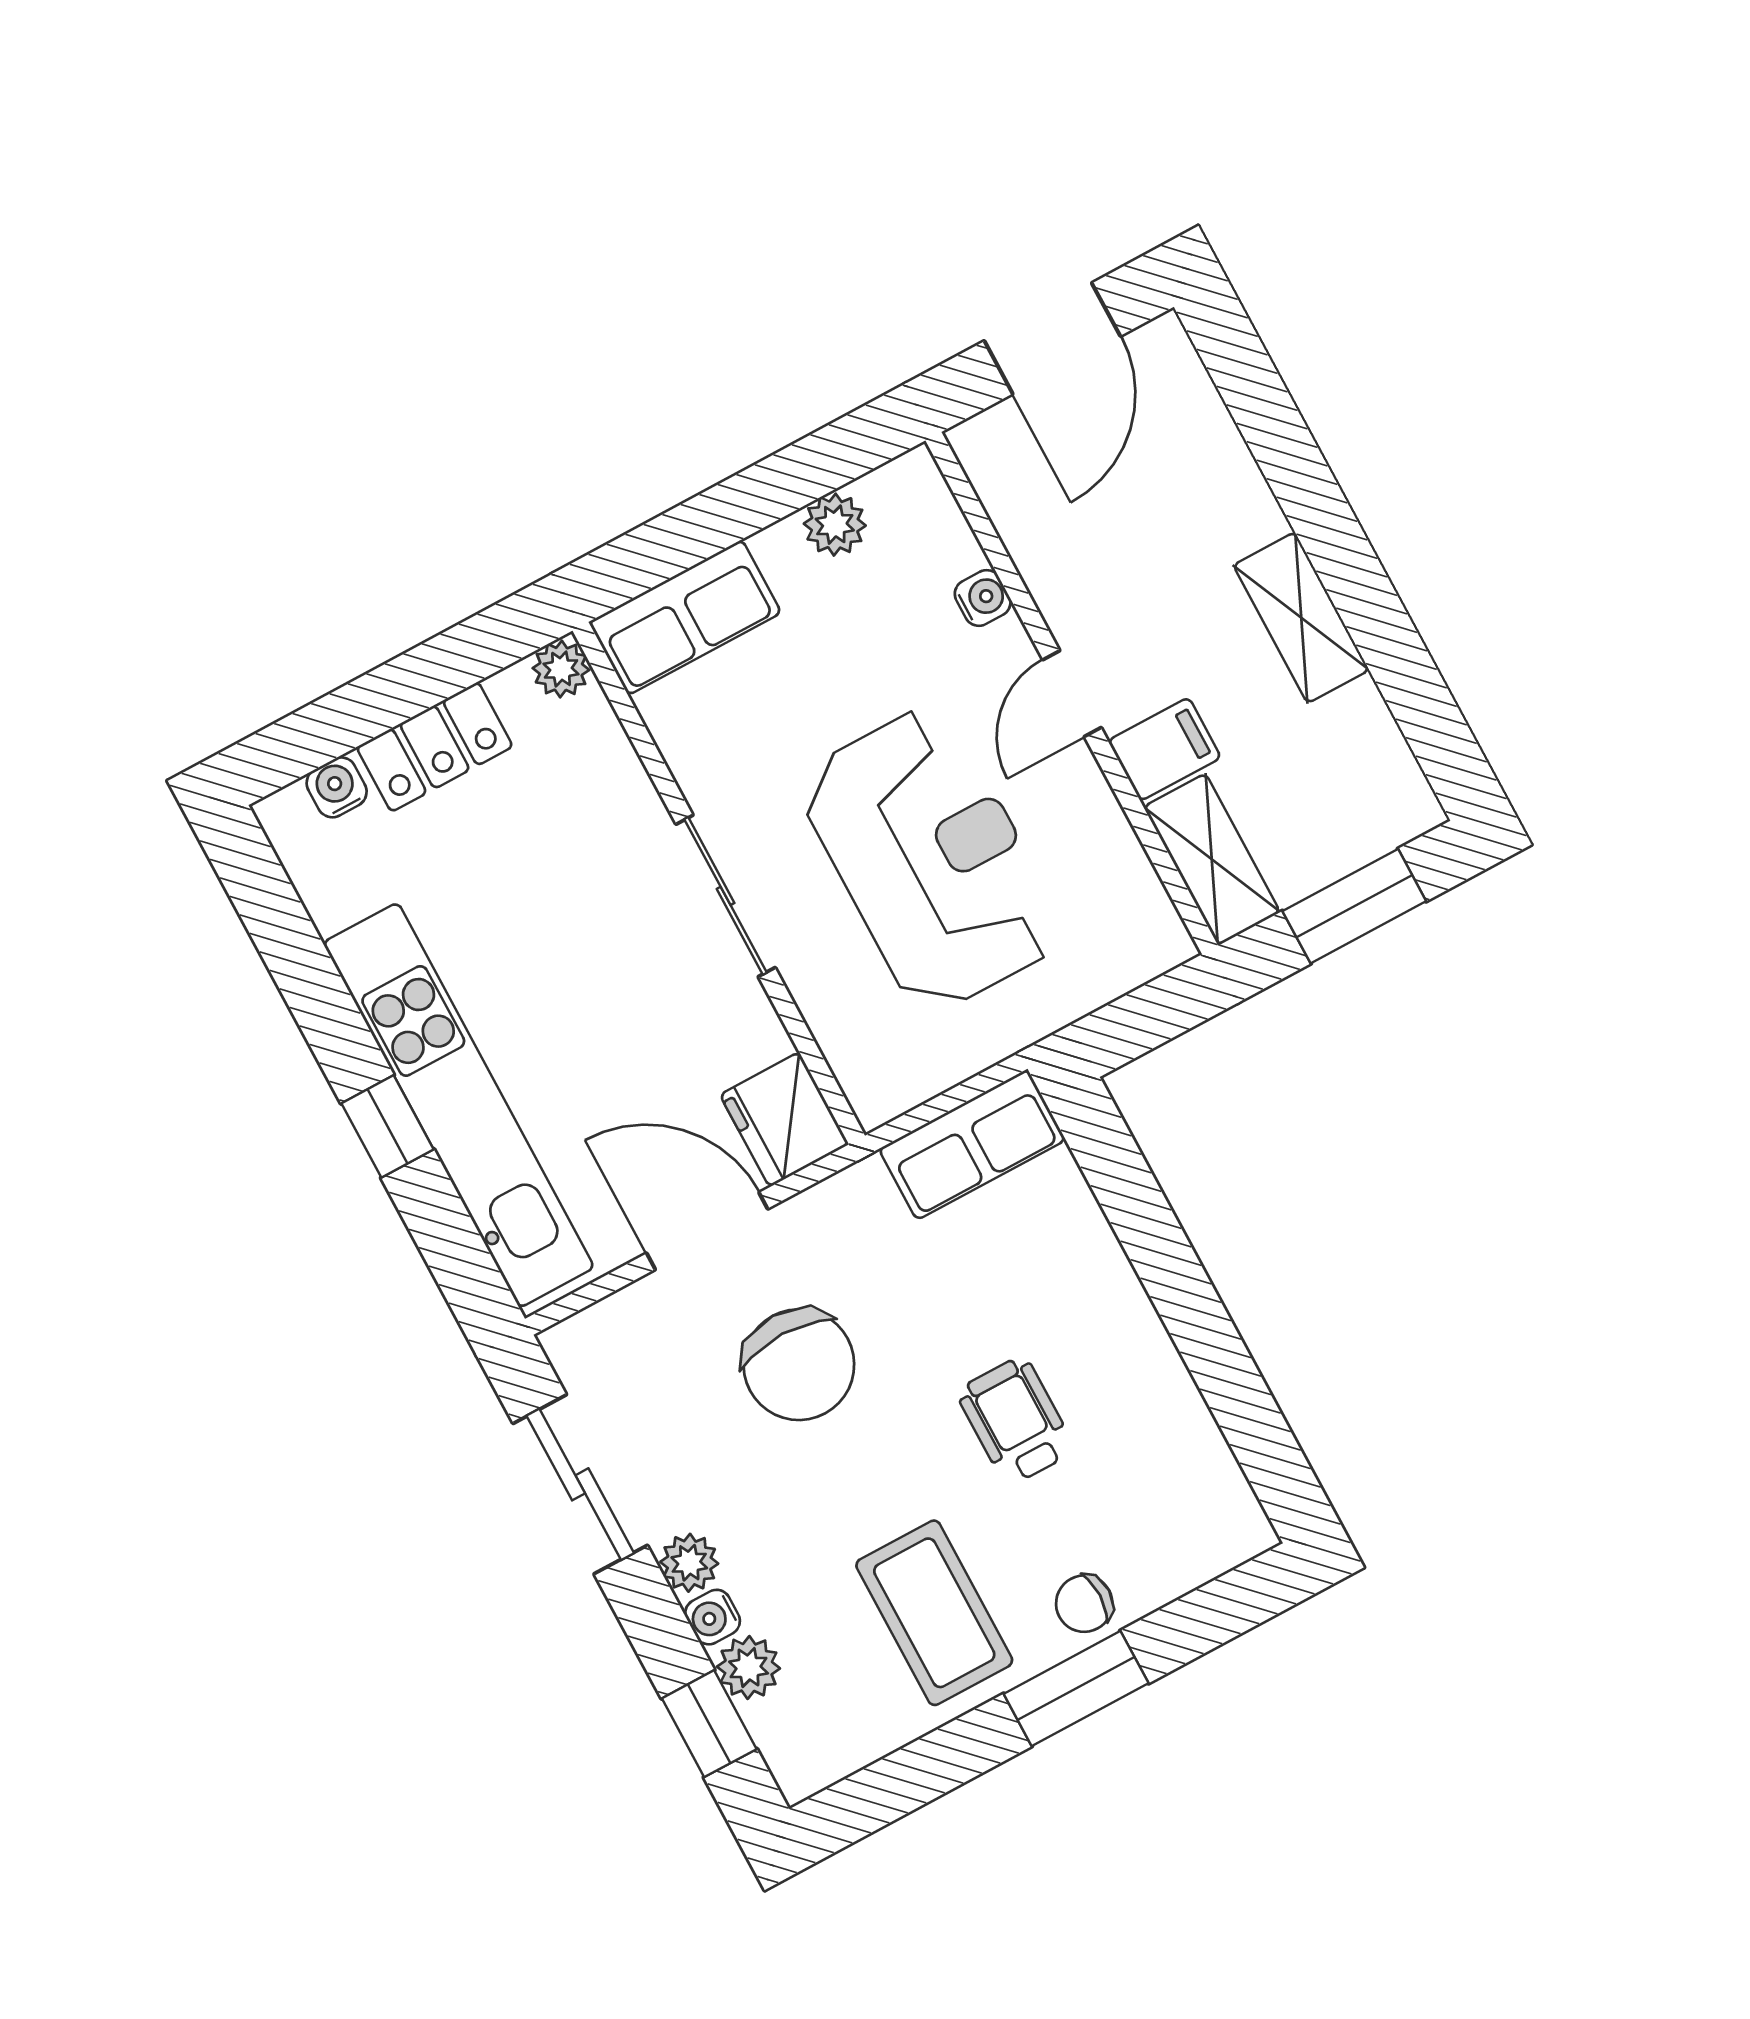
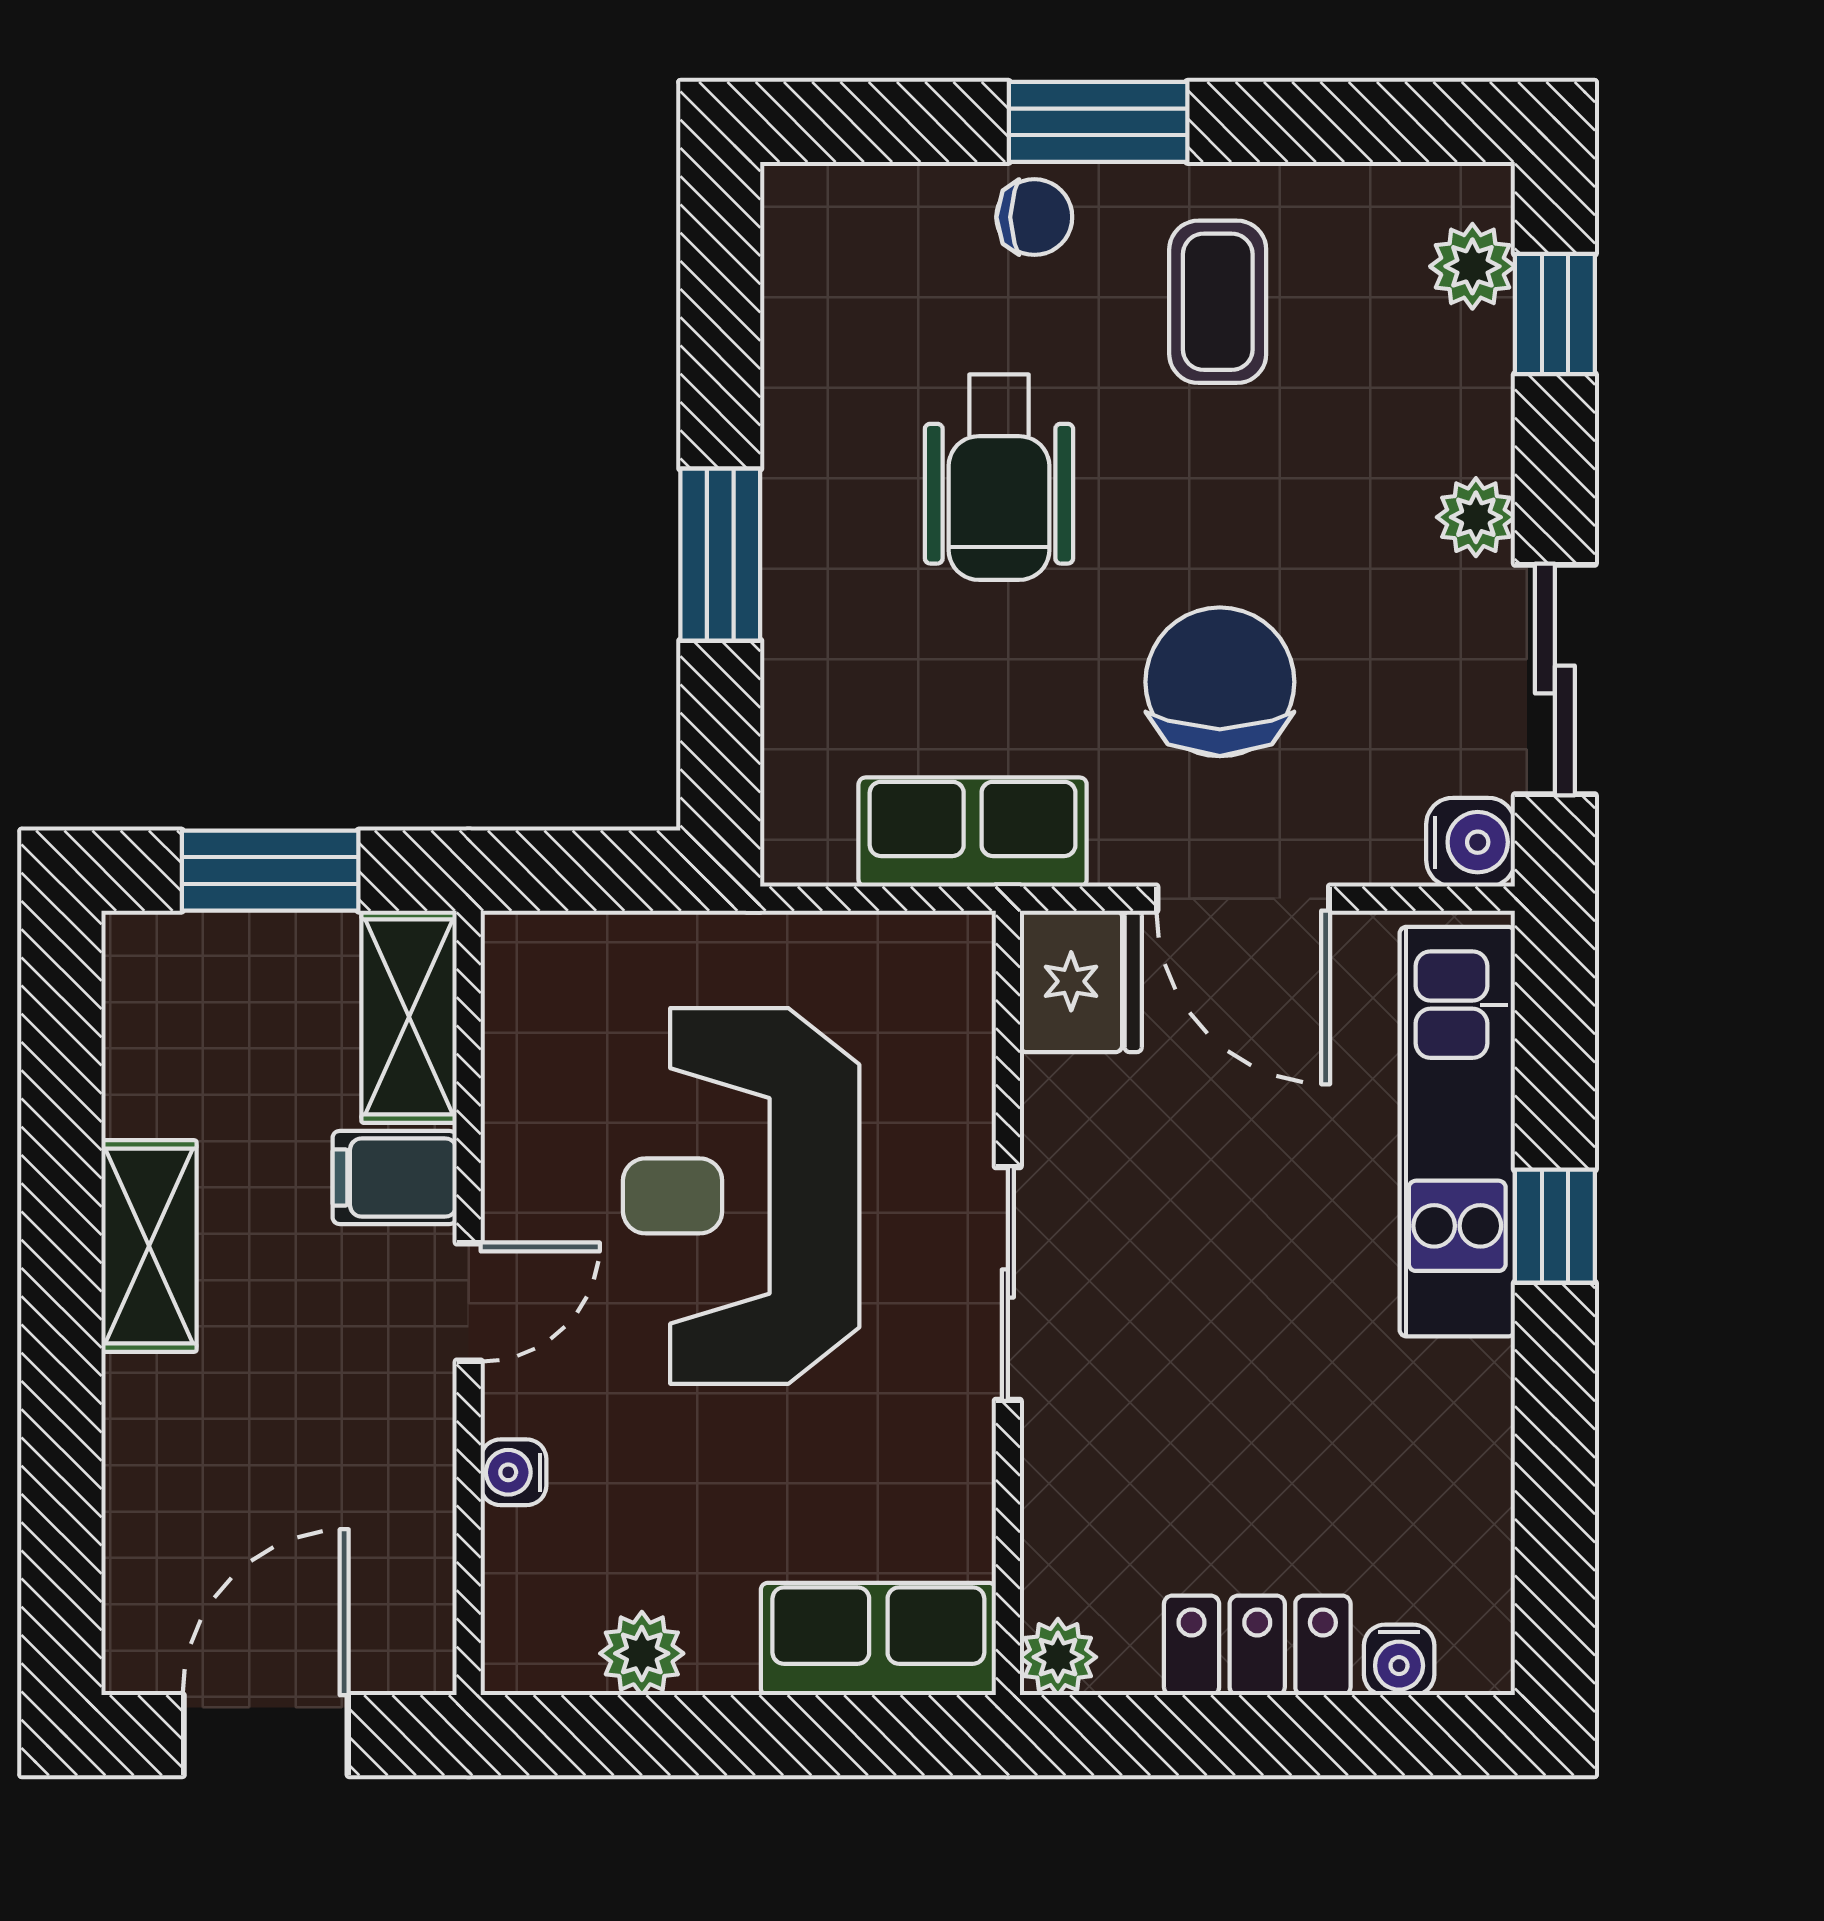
kitchen unit: (459, 1105) -> (1457, 1132), width x0.73
row of seats: (972, 1145) -> (973, 832), moved
window: (1171, 1272) -> (720, 555), added
wheelchair: (1016, 1421) -> (999, 477), width x1.36, depth x1.37
coffee table: (934, 1613) -> (1218, 302), width x0.73, depth x0.77
water cooler: (713, 1617) -> (1471, 842), moved, width x1.38, depth x1.38
plant: (749, 1668) -> (1472, 266), moved

